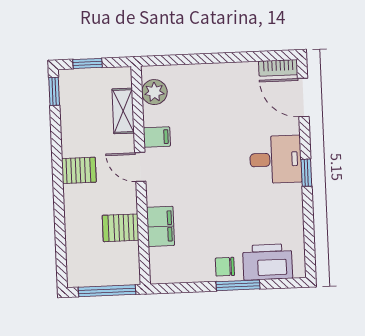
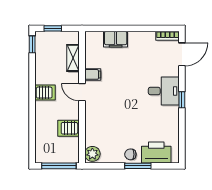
plant: (154, 92) -> (92, 154), moved
door: (303, 98) -> (182, 54), swing flipped
filing cabinet: (161, 226) -> (116, 39), moved, turned 90

